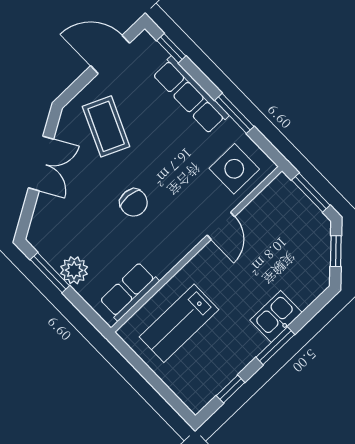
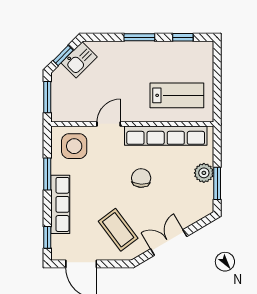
coffee table: (106, 126) -> (118, 230), turned -61
row of seats: (129, 291) -> (166, 136), width x2.02
kitchen sink: (276, 316) -> (79, 60), moved, turned -45

